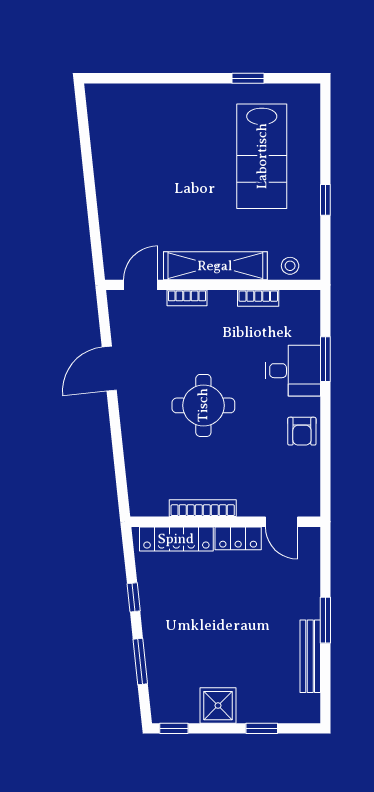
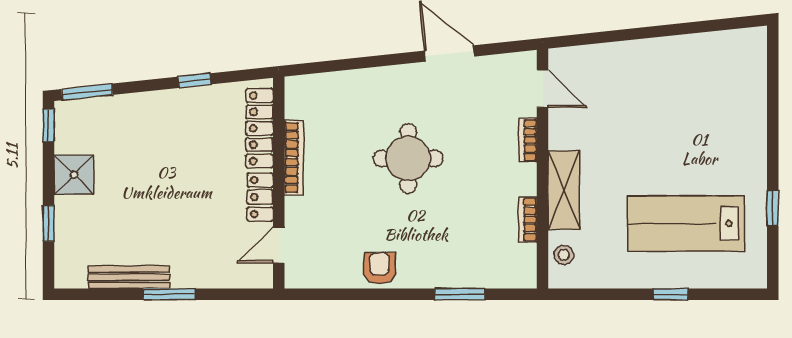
window: (325, 200) -> (671, 294), moved
shelving: (215, 266) -> (564, 190), width x0.68
desk: (293, 371) -> (447, 258), removed
armchair: (302, 431) -> (380, 268), turned 90
window: (140, 661) -> (87, 92), moved

